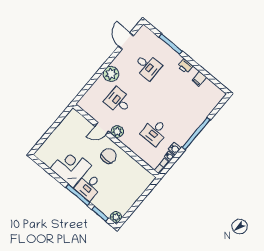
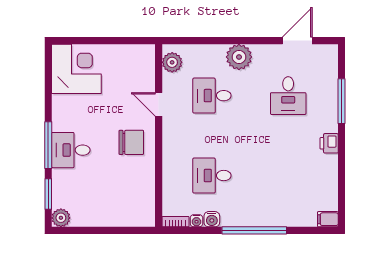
filing cabinet: (199, 79) -> (328, 219), moved
desk: (118, 101) -> (212, 96), turned -90
plant: (117, 131) -> (172, 62), moved
corner desk: (71, 167) -> (76, 69), moved

